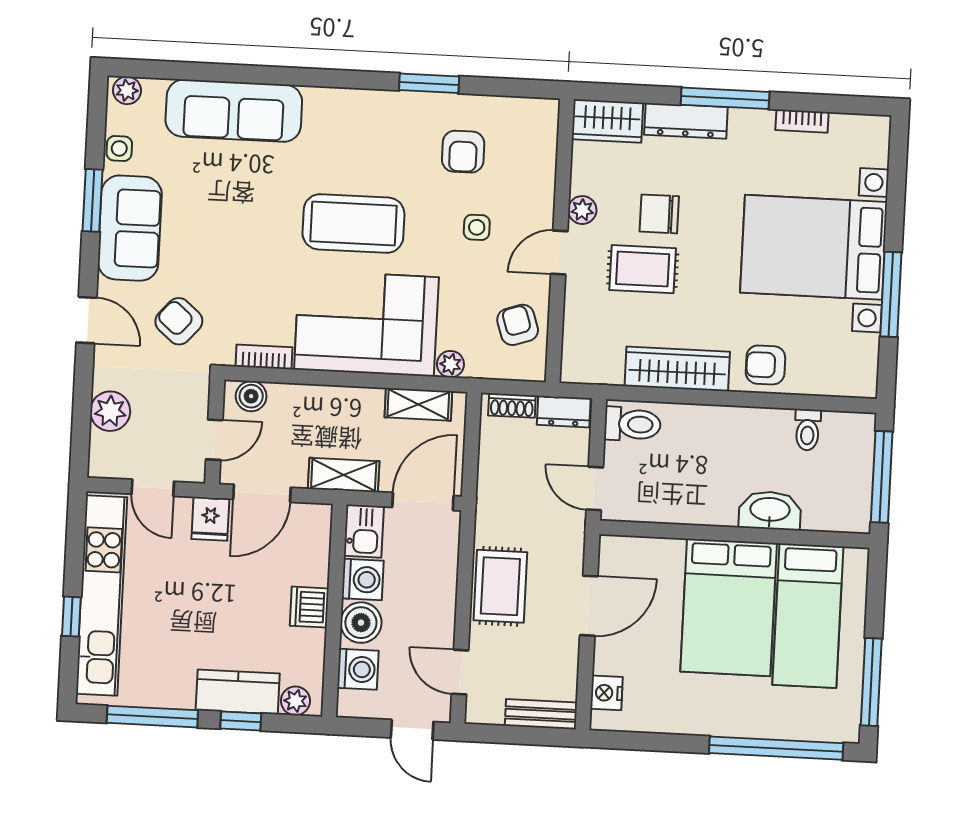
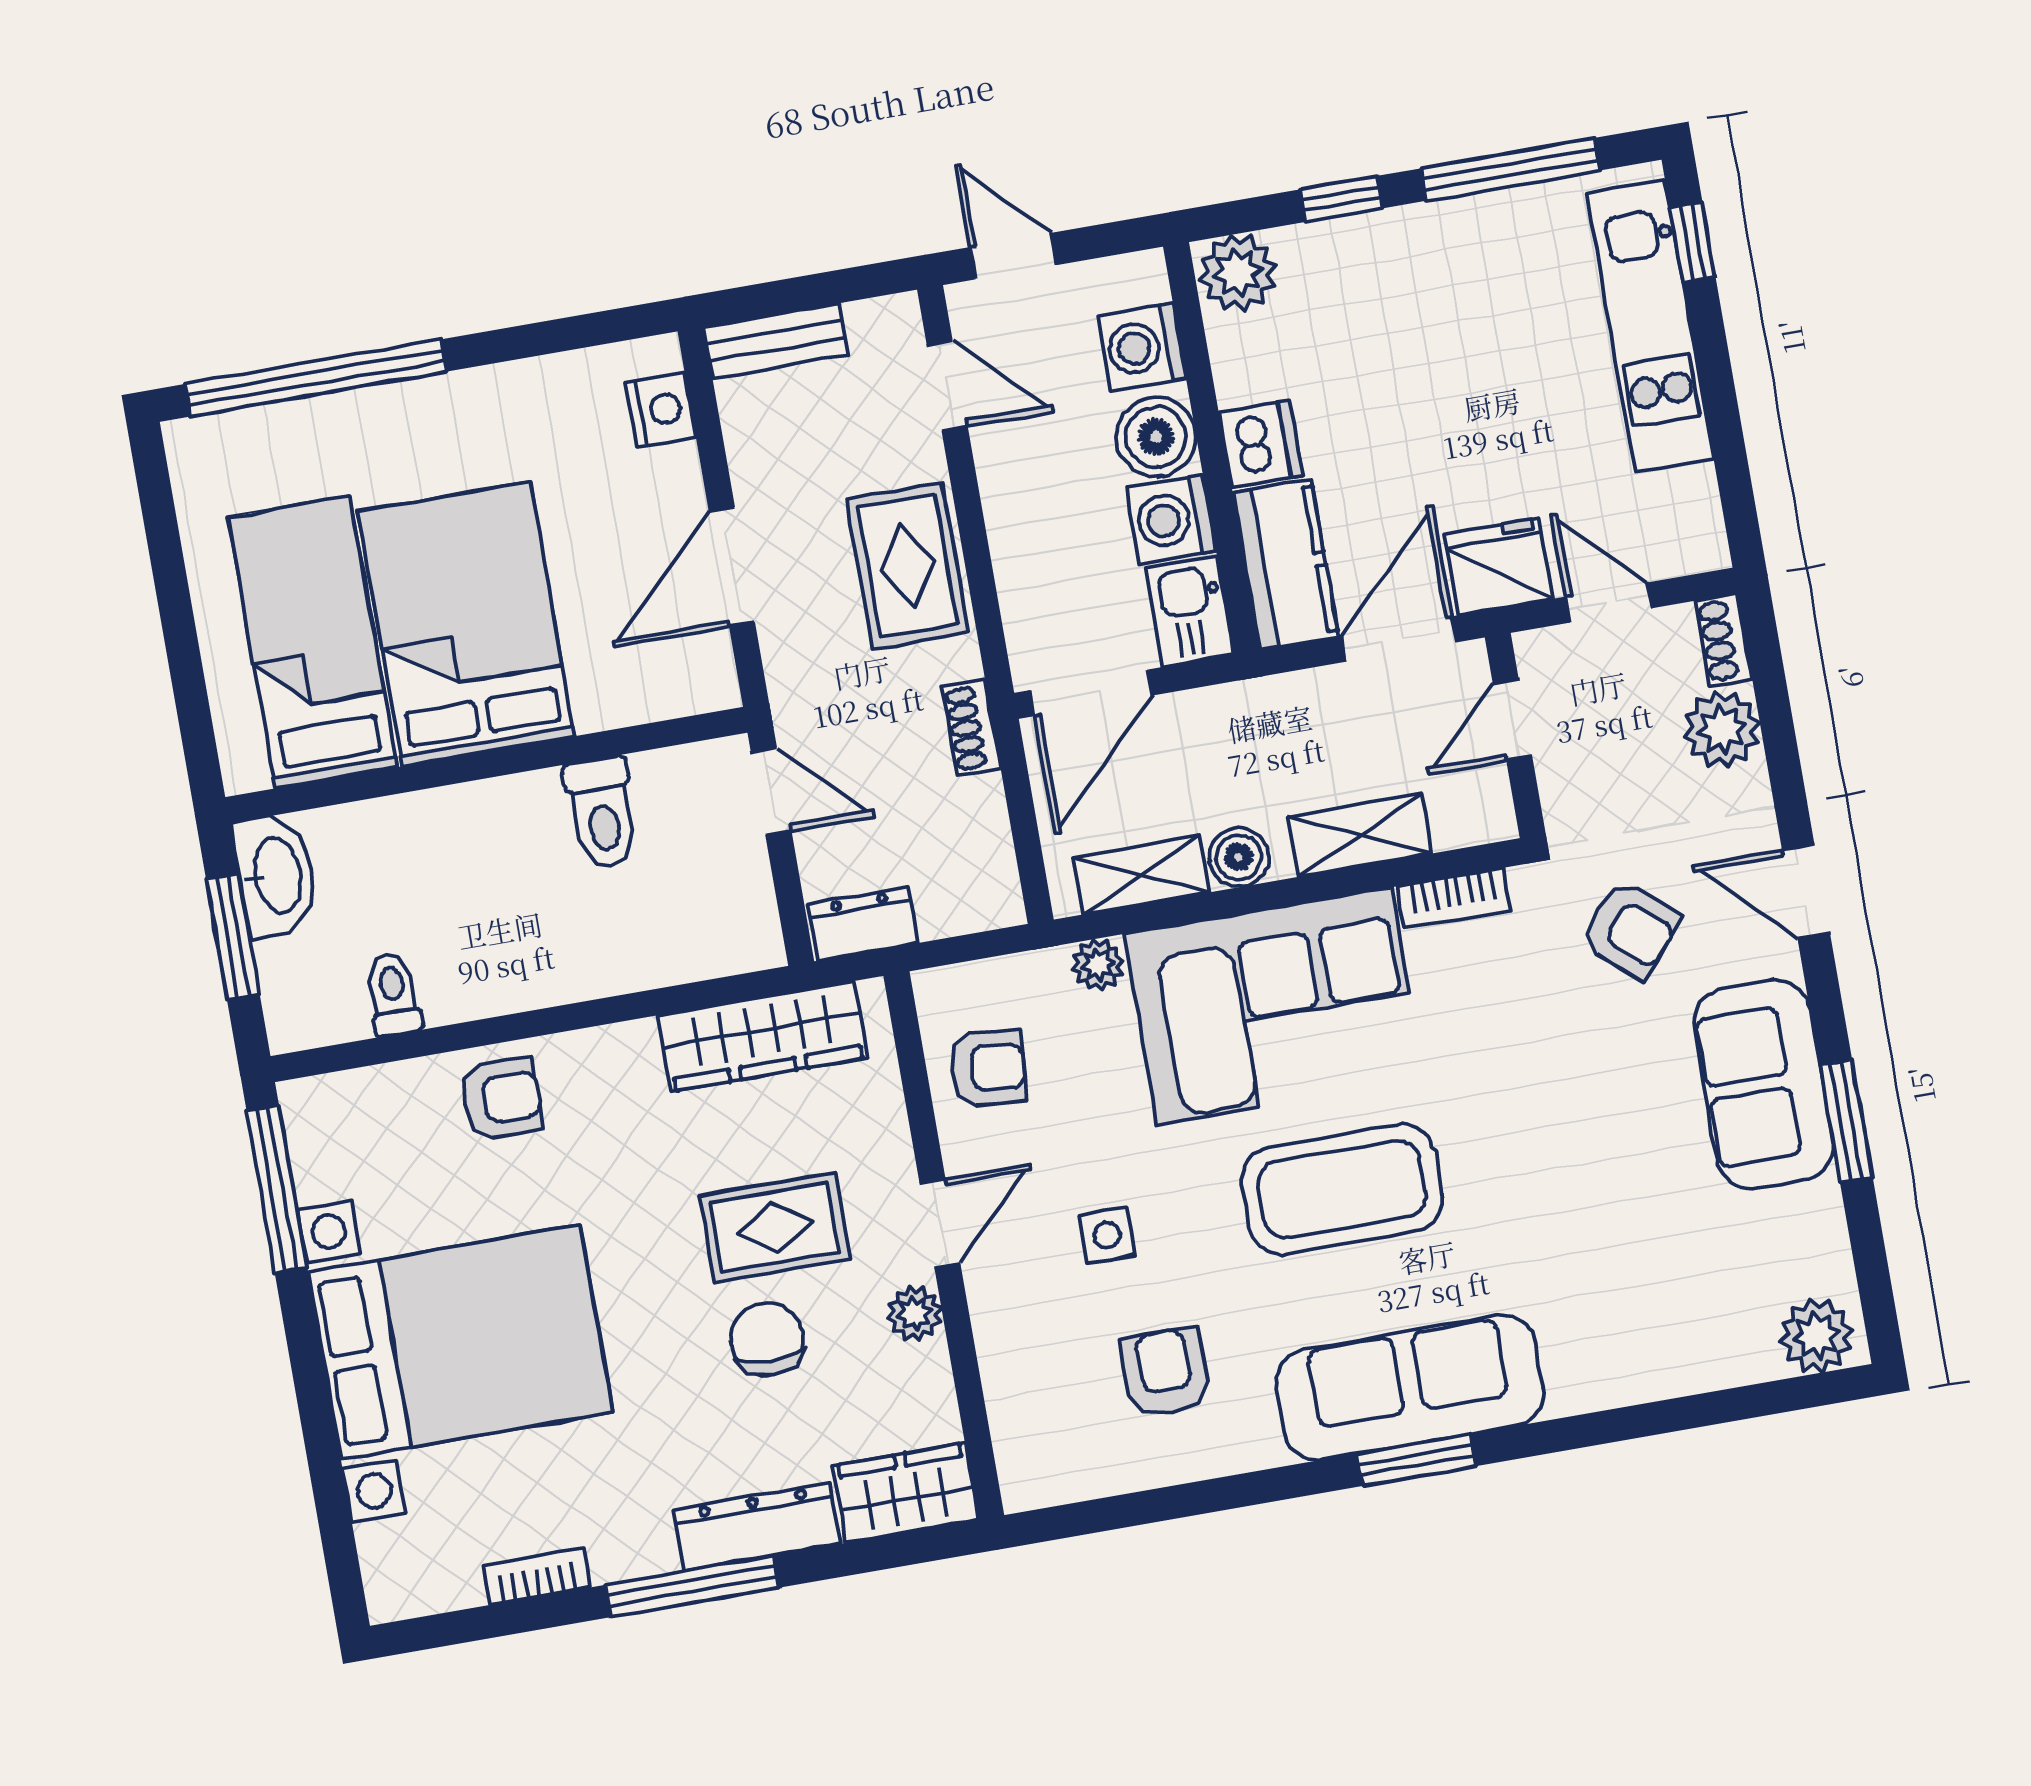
window: (429, 83) -> (1417, 1460), moved
plant: (127, 90) -> (1816, 1336), width x1.38, depth x1.38
sofa: (234, 111) -> (1410, 1388), moved
side table: (119, 148) -> (1818, 1231), removed
chair: (659, 214) -> (767, 1339), turned -90
window: (891, 294) -> (277, 1189), moved
armchair: (518, 325) -> (988, 1068), turned -67
wardrobe: (677, 369) -> (763, 1036), moved
boiler: (251, 396) -> (1239, 857), moved
shoe rack: (512, 405) -> (971, 727), moved, turned -90
toilet: (632, 424) -> (602, 813), moved, turned -90
shoe rack: (99, 456) -> (1724, 640), added
shelving: (344, 475) -> (1360, 835), moved
window: (882, 477) -> (233, 937), width x0.69
washbasin: (770, 511) -> (276, 875), moved, turned -90
fridge: (210, 519) -> (1499, 566), width x1.38
kitchen unit: (102, 595) -> (1650, 326), width x0.73
window: (71, 617) -> (1693, 242), moved
window: (871, 682) -> (164, 544), removed
kitchen counter: (238, 692) -> (1286, 565), moved, turned -90
plant: (295, 701) -> (1238, 273), width x1.38, depth x1.38

